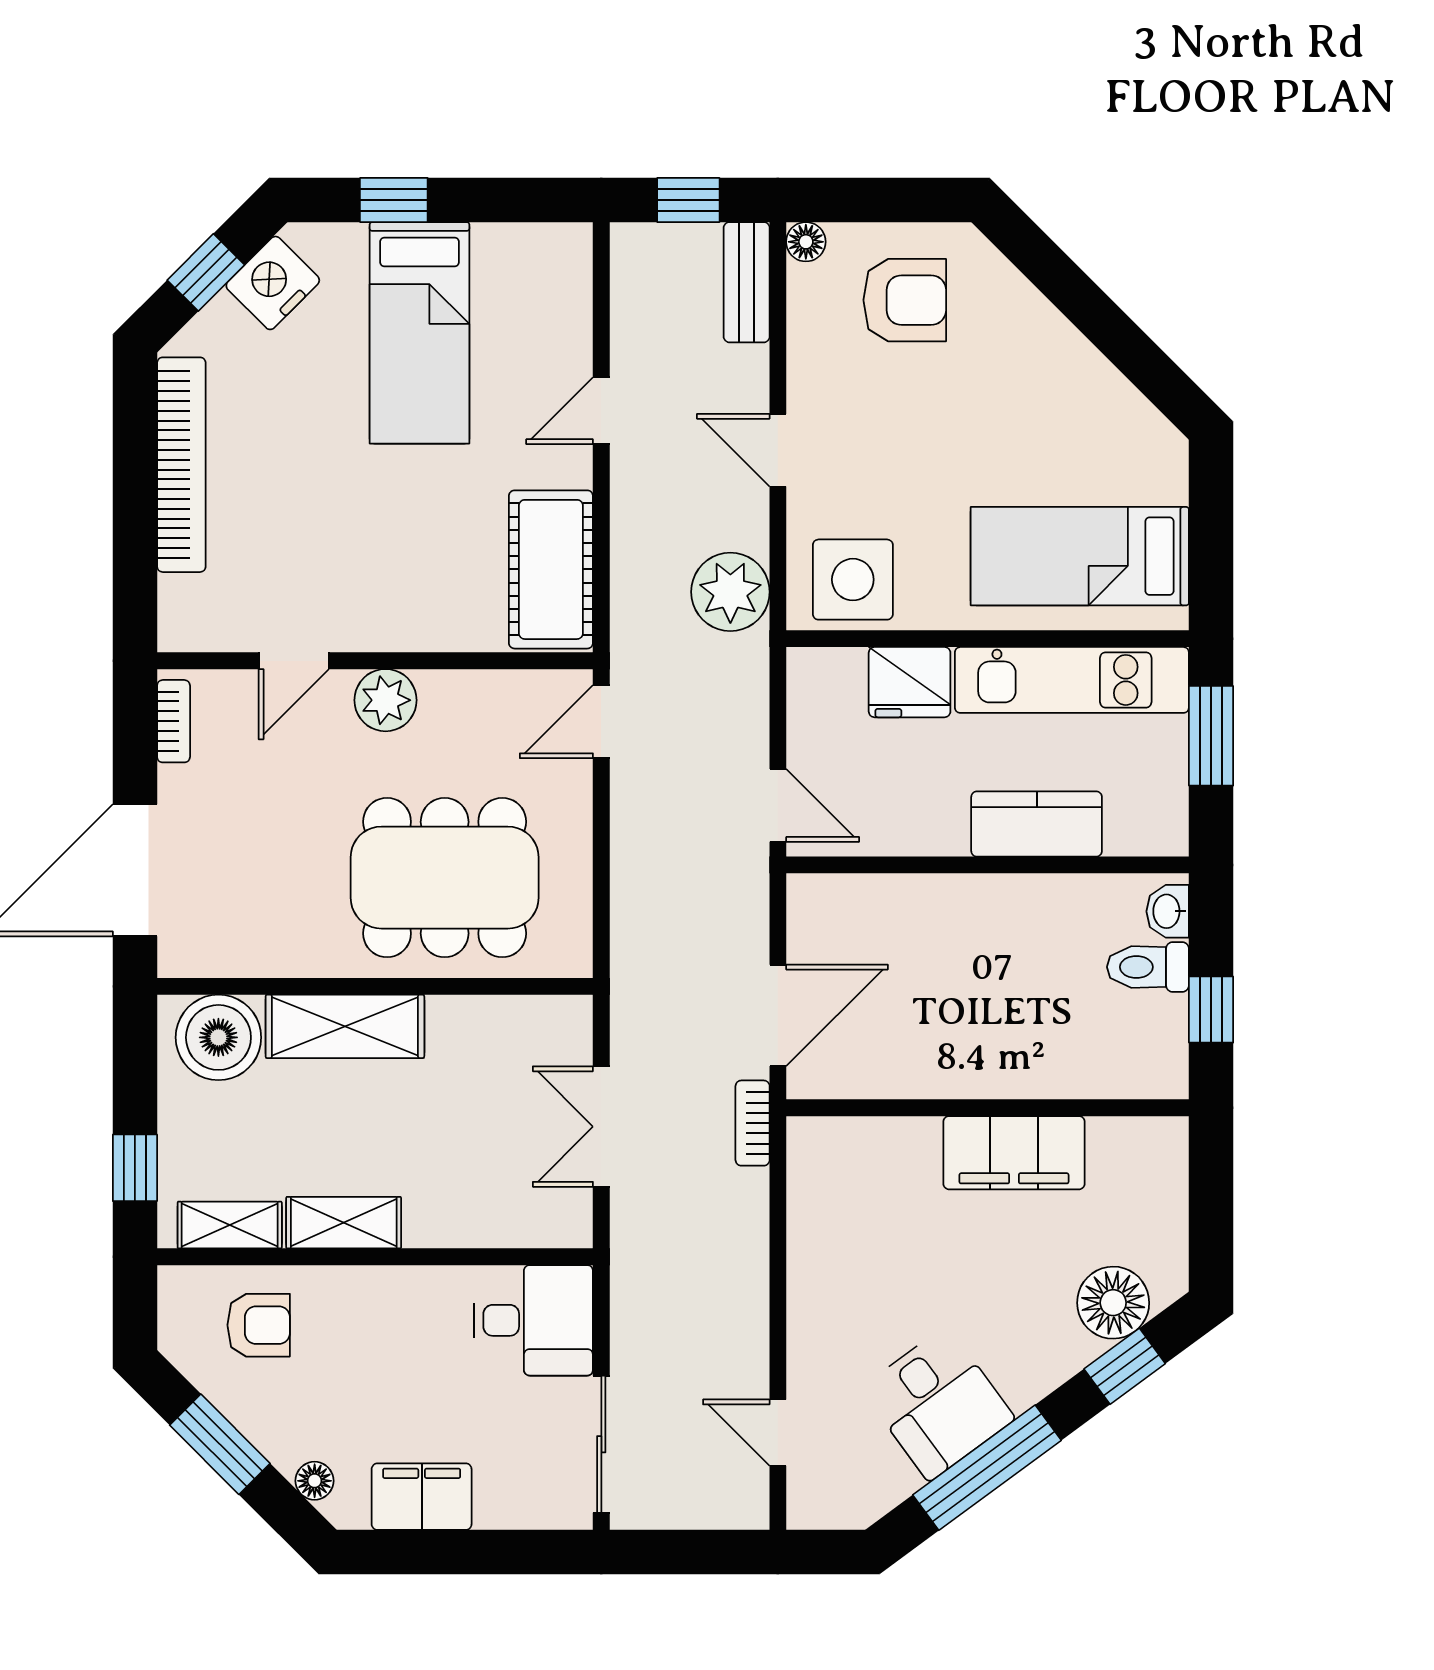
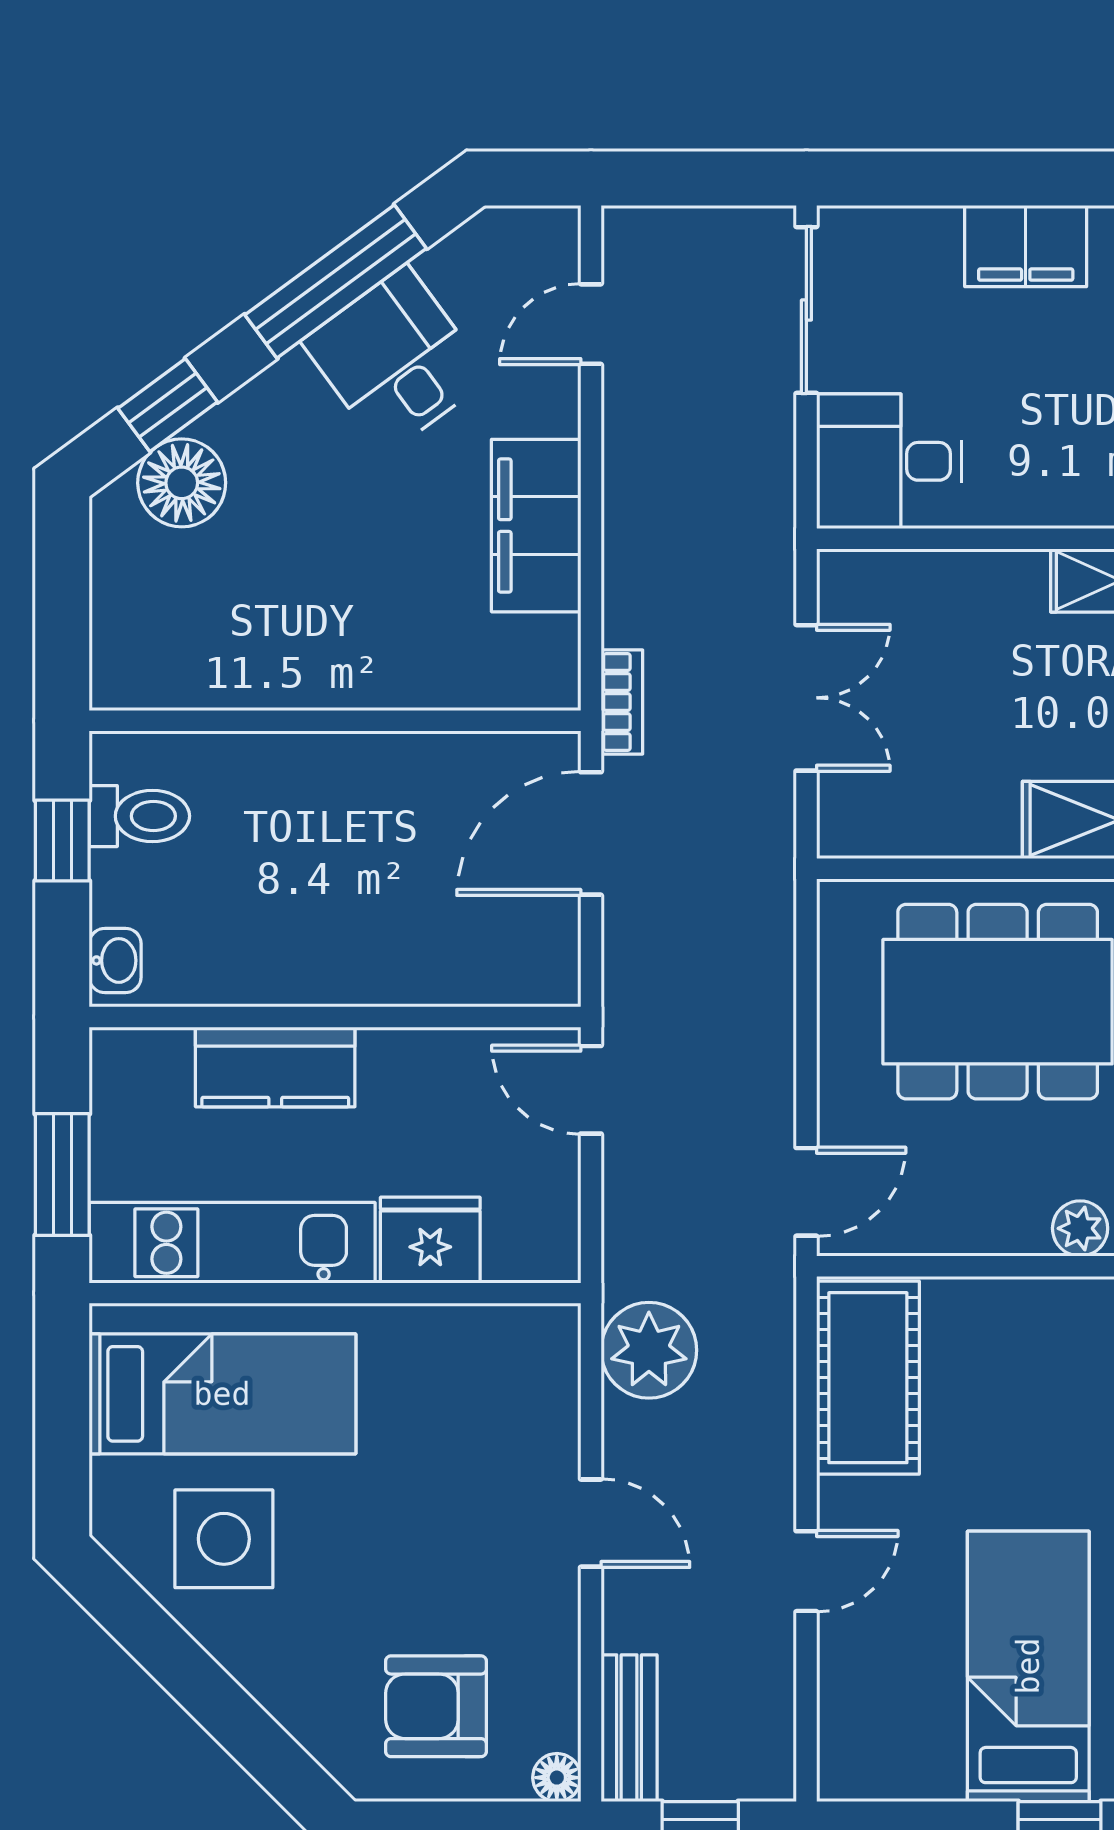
side table: (853, 580) -> (224, 1539), moved
plant: (386, 700) -> (1080, 1228), width x0.73, depth x0.73
toilet: (1148, 967) -> (139, 816), moved
filing cabinet: (1014, 1153) -> (536, 526), moved, turned -90
door: (778, 1433) -> (591, 324), swing flipped

